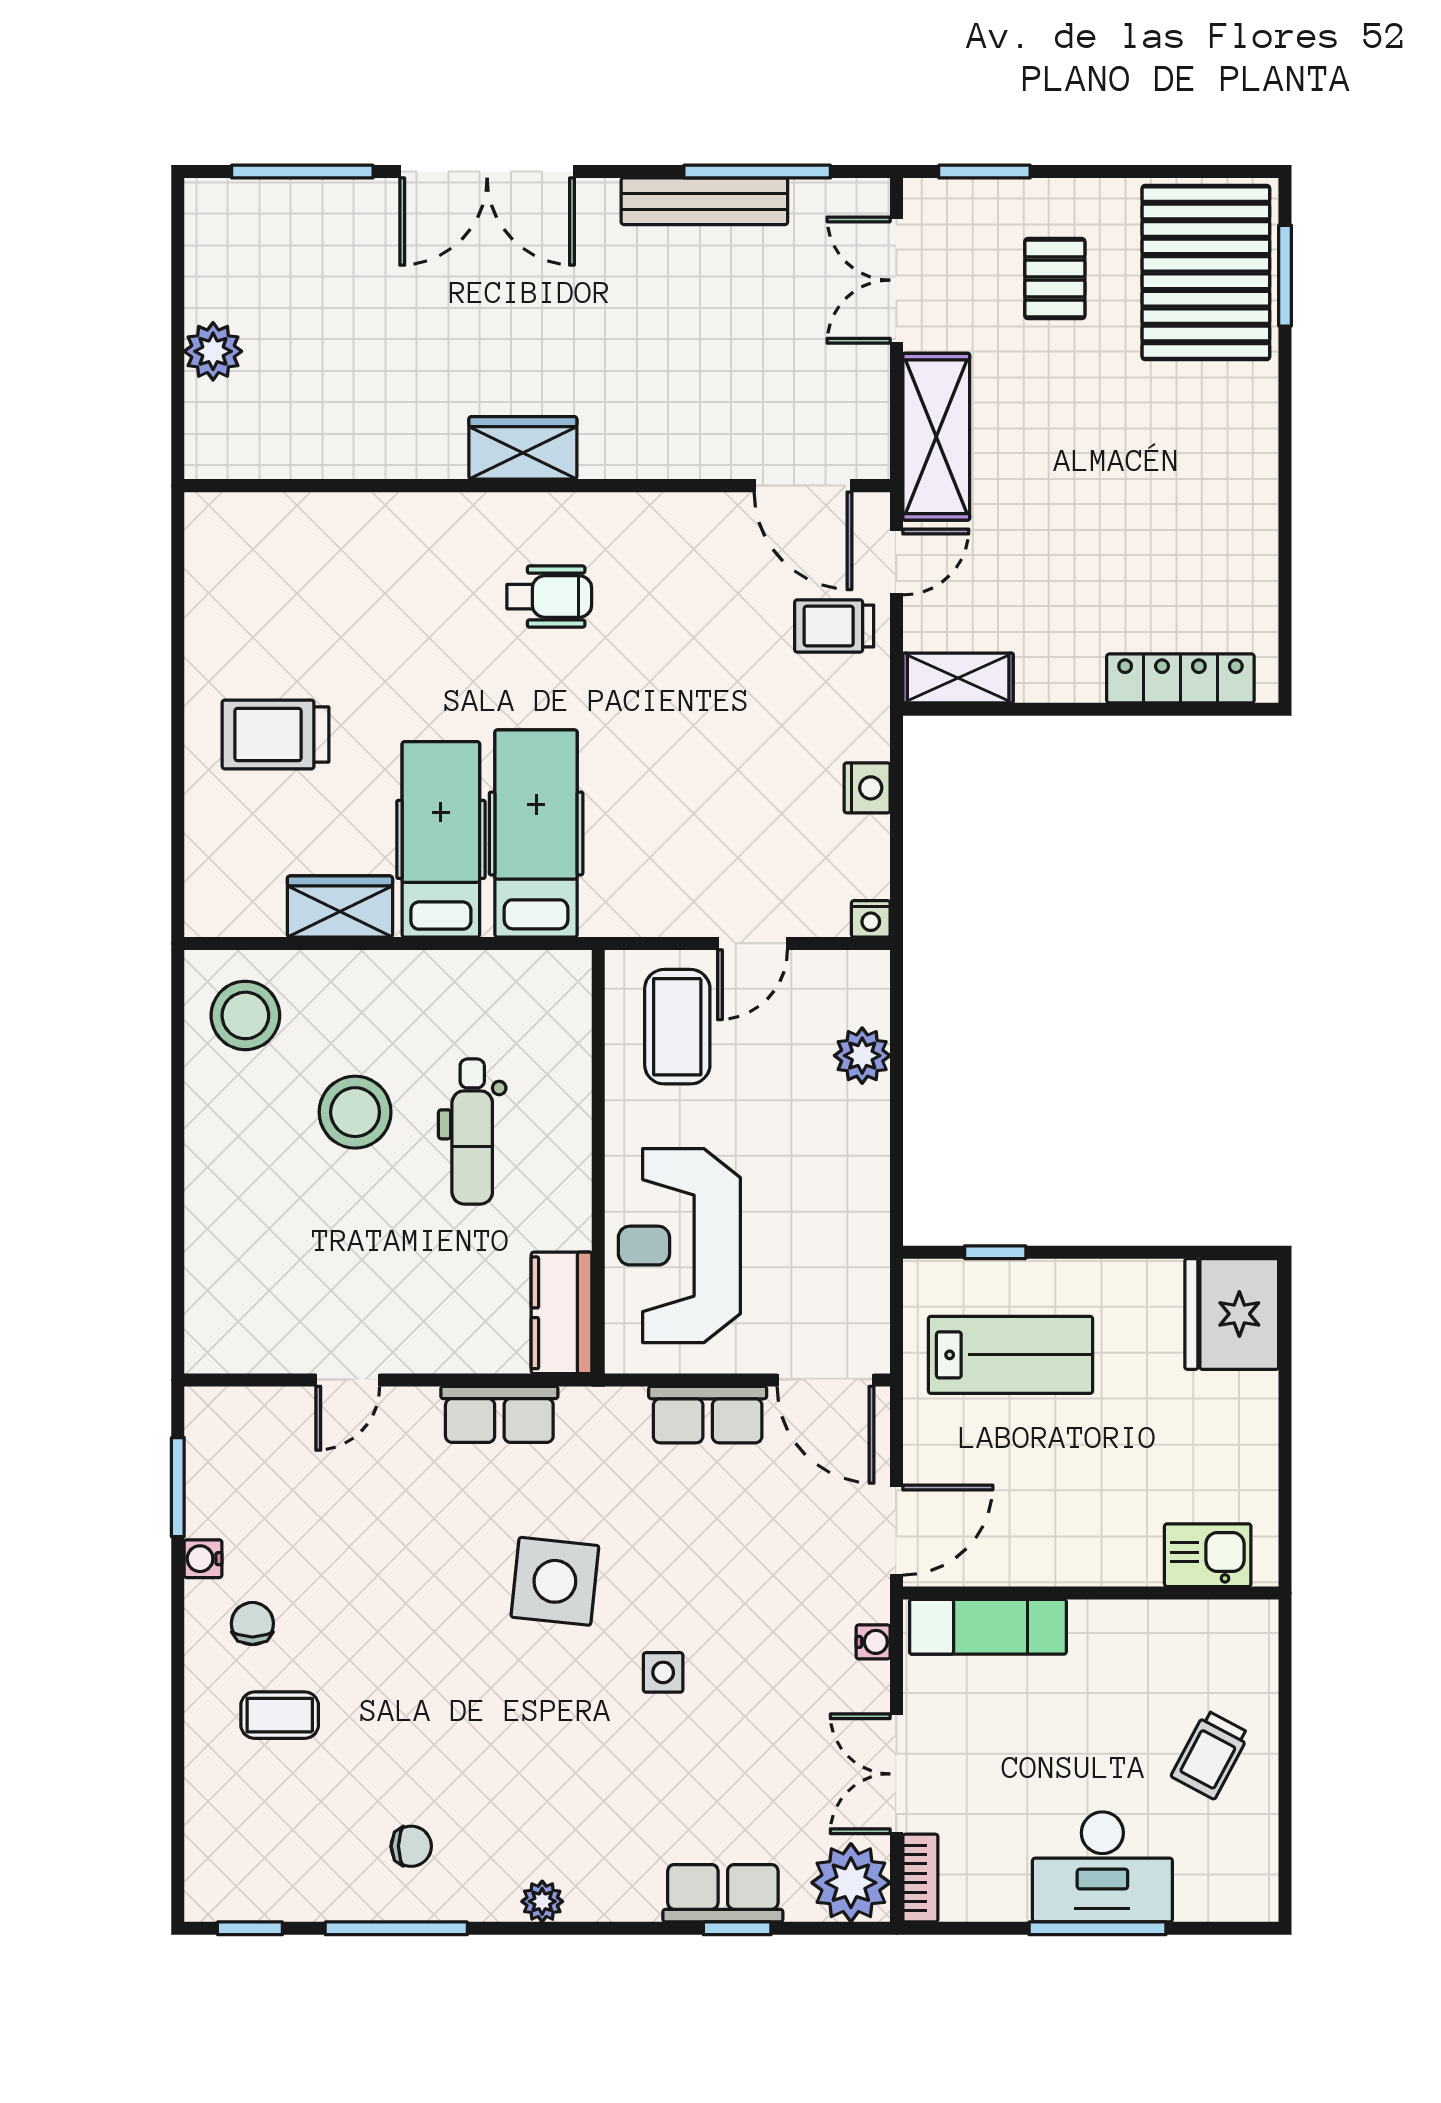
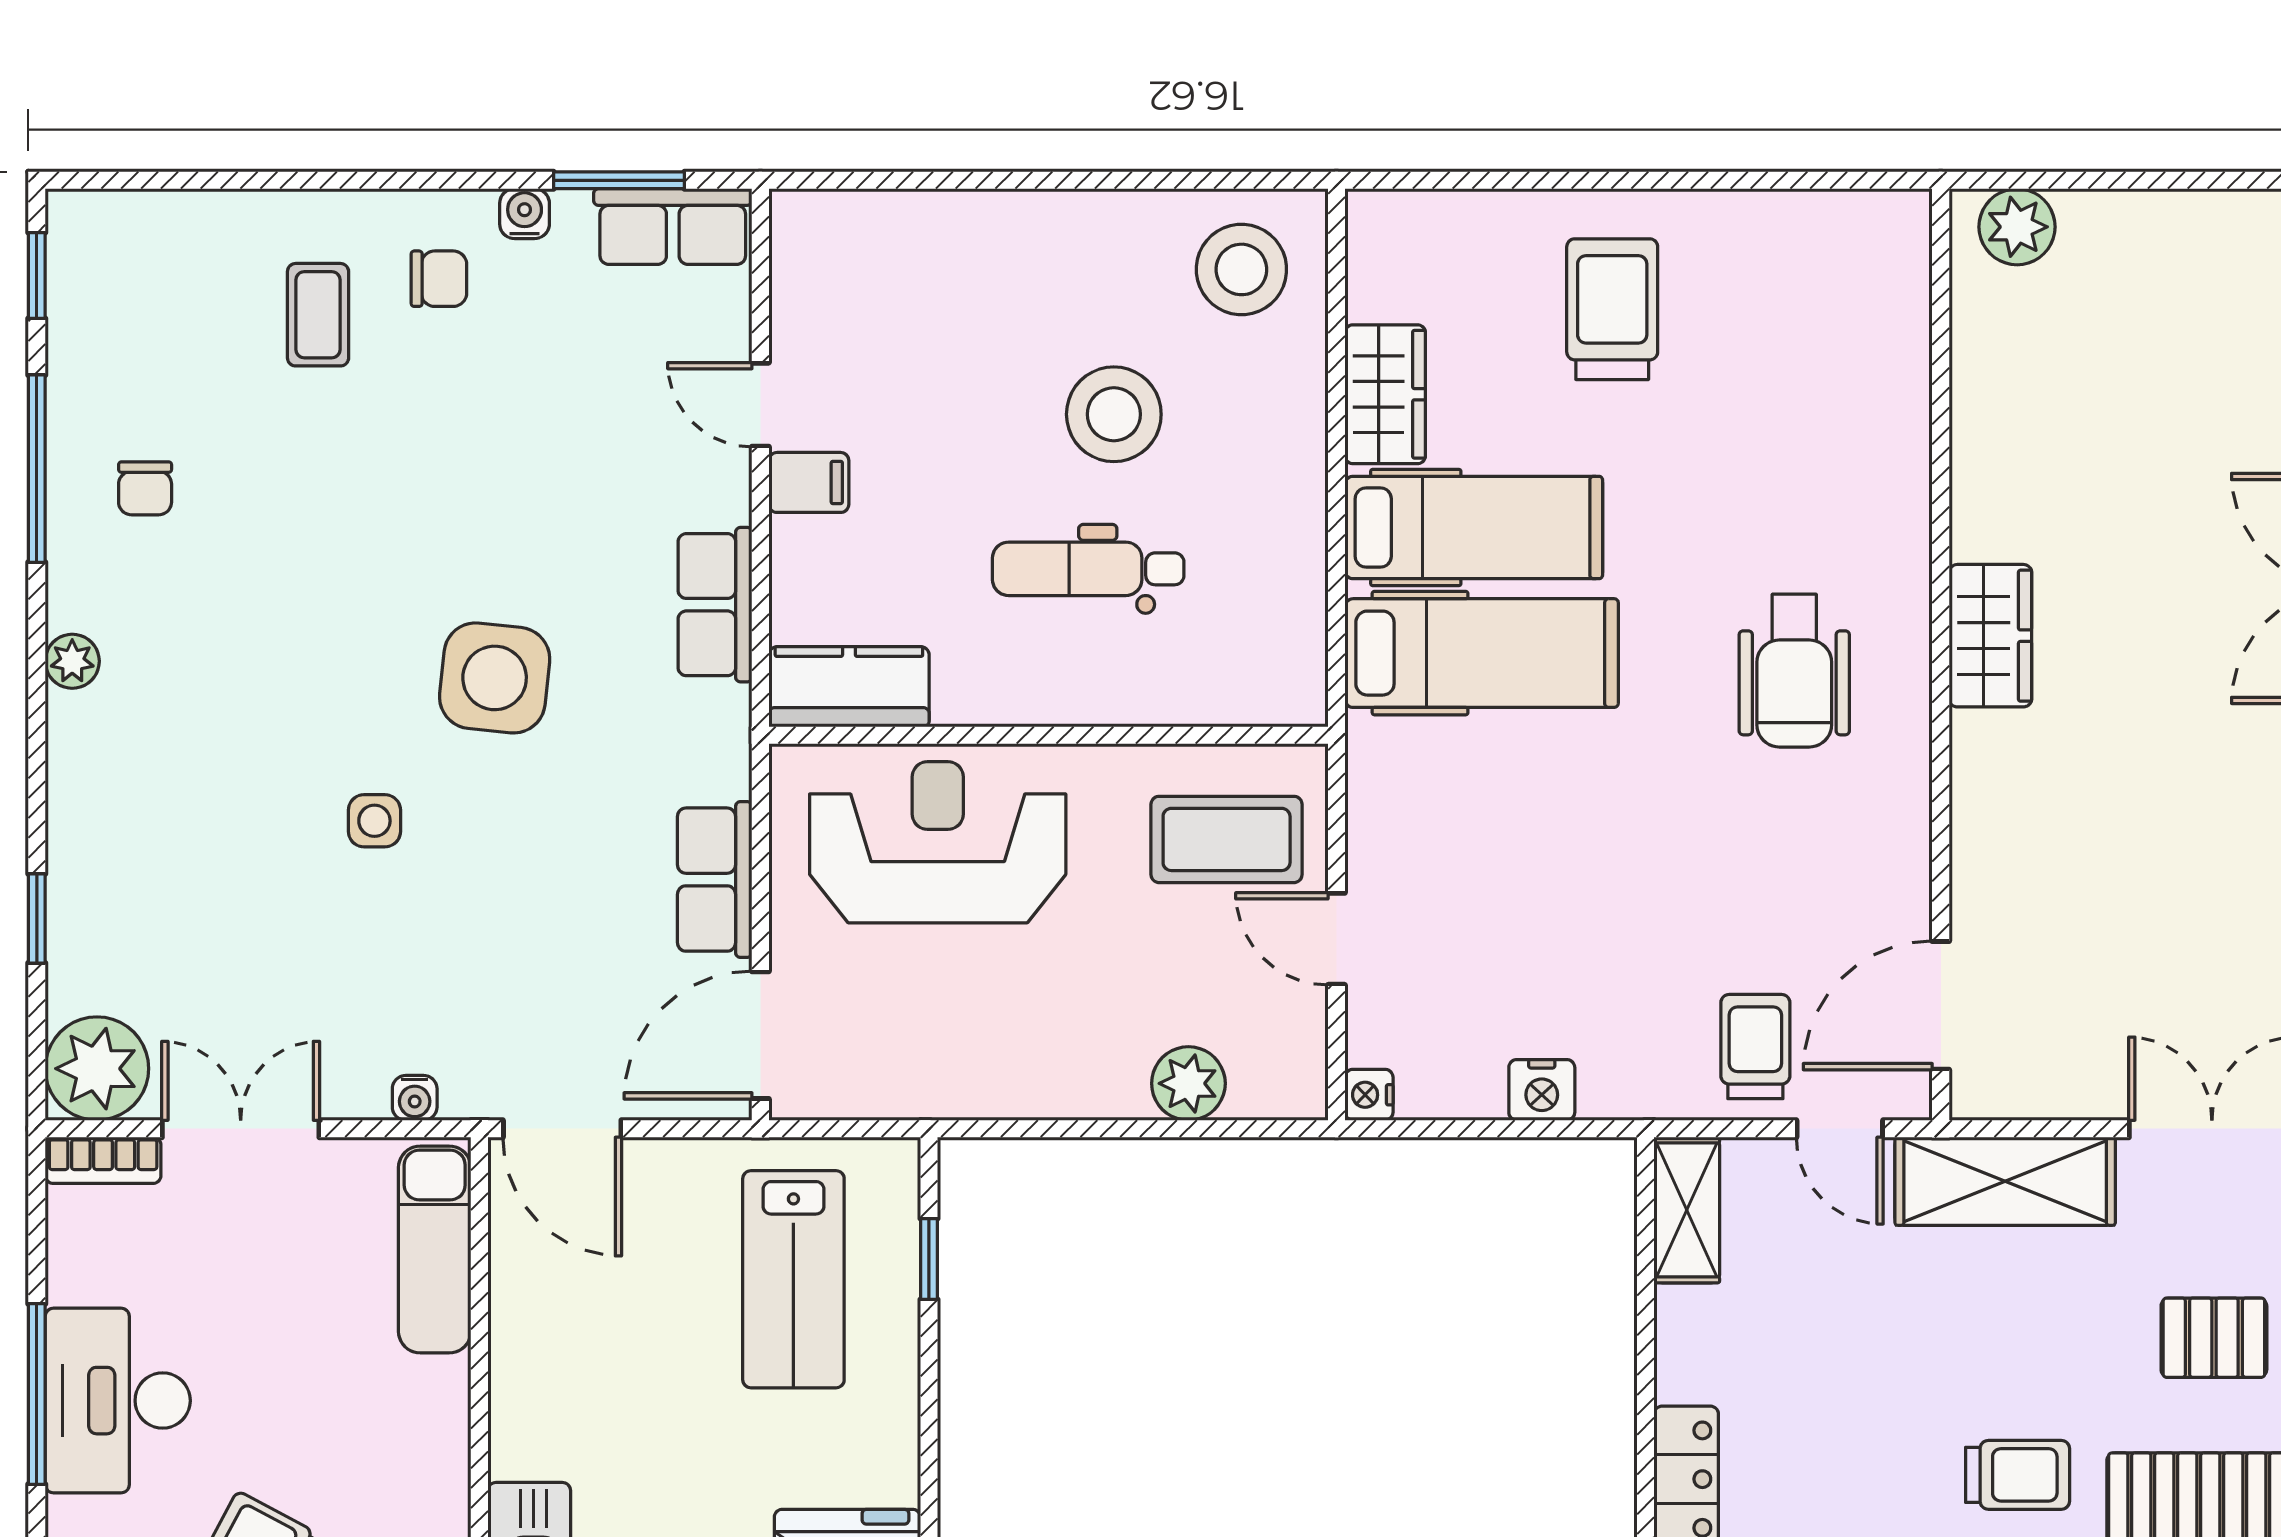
plant: (213, 351) -> (2017, 227), moved
trolley: (1159, 427) -> (2018, 1475), added
wheelchair: (549, 597) -> (1794, 671), width x1.36, depth x1.37
filing cabinet: (407, 1343) -> (809, 482), added
row of seats: (723, 1893) -> (673, 227), moved, turned 90

